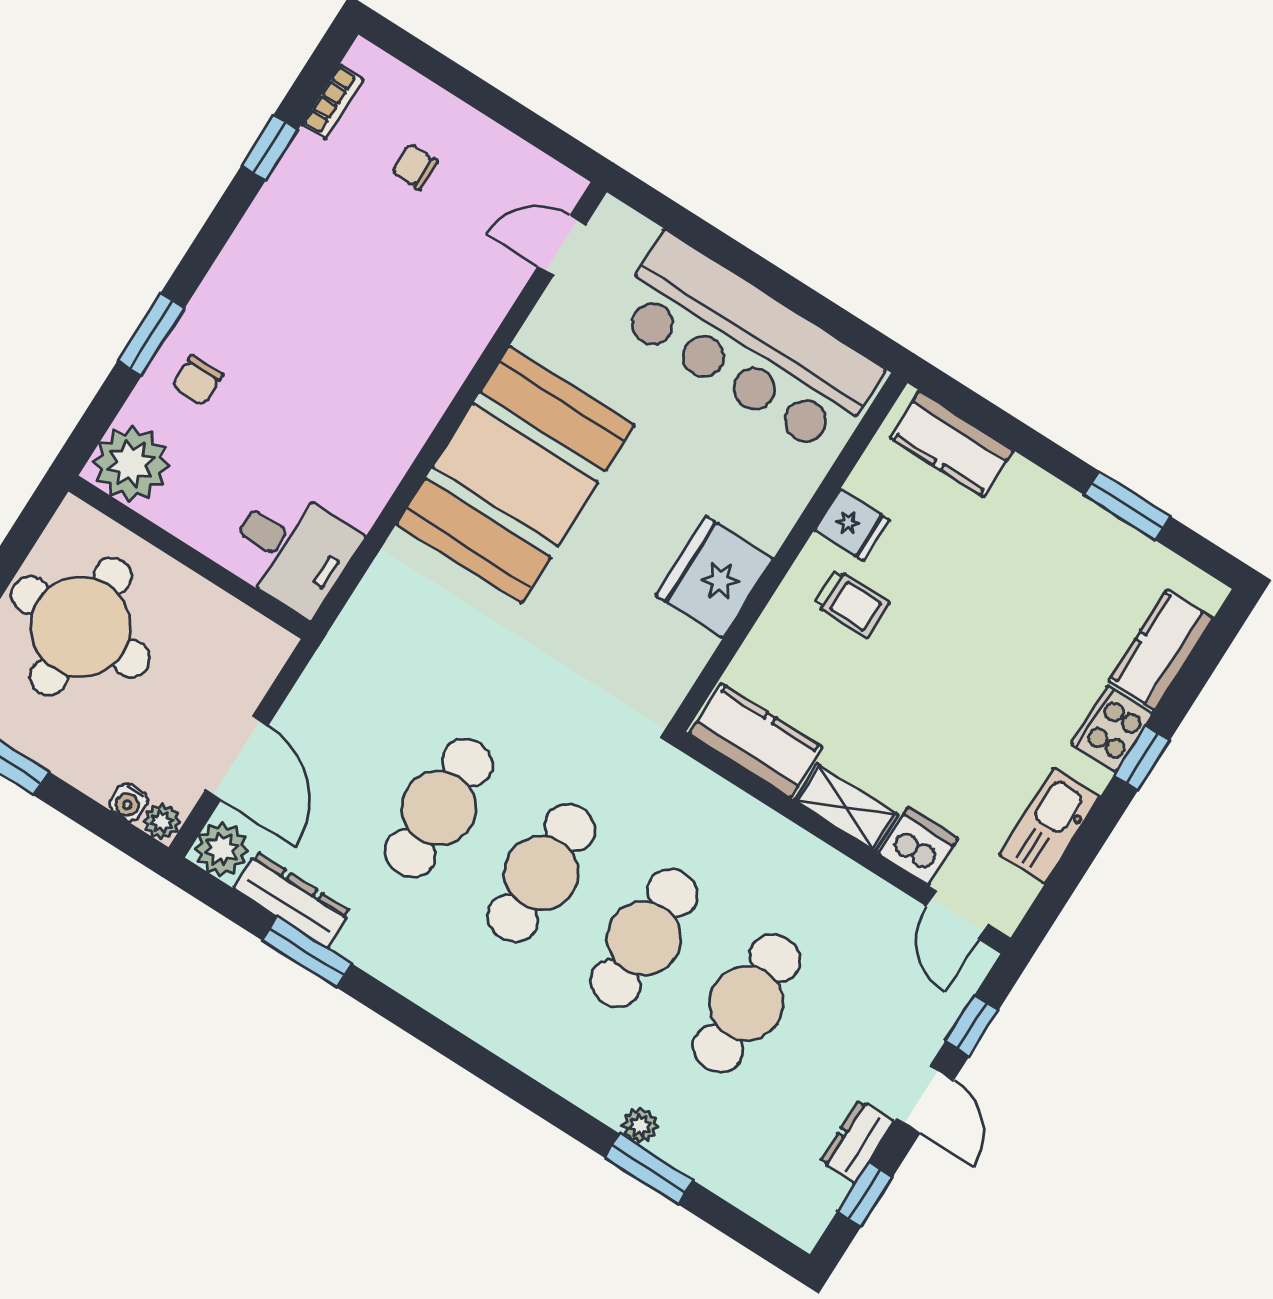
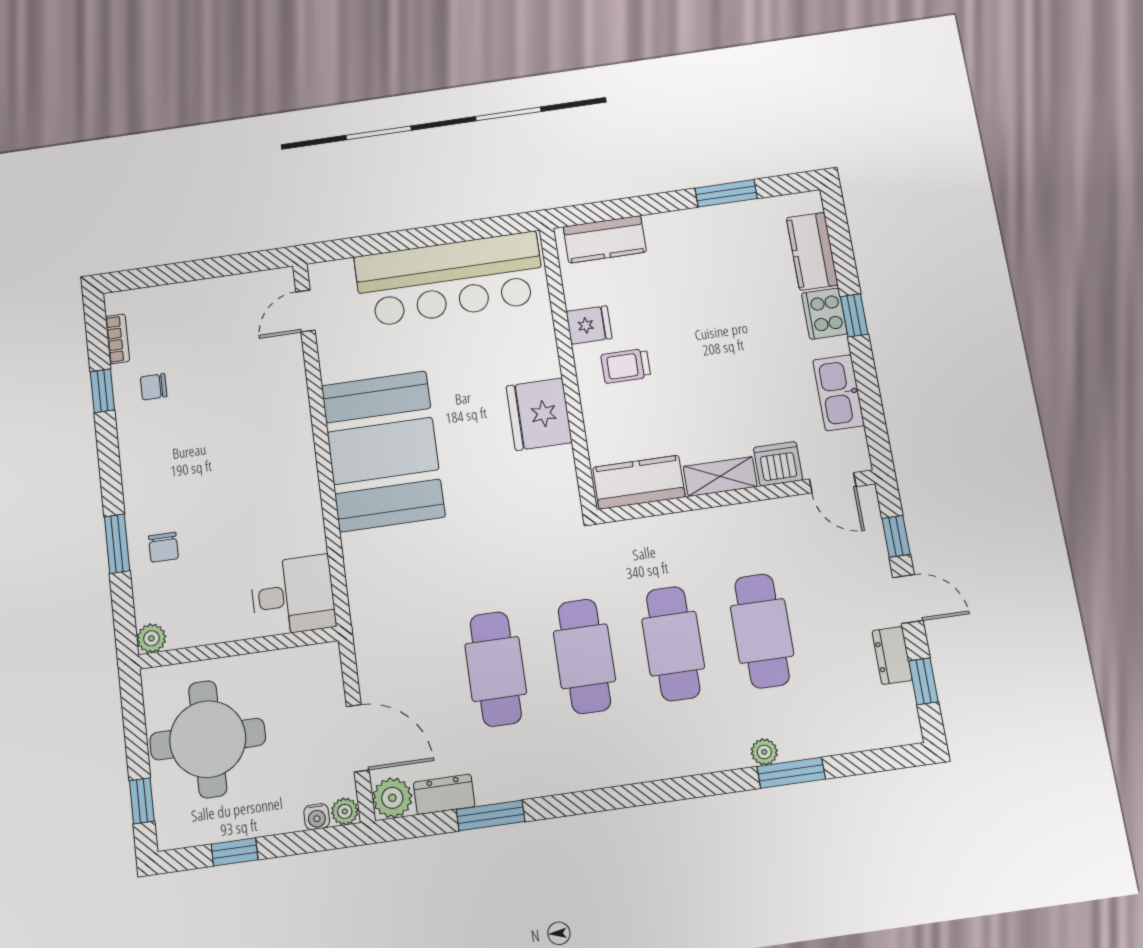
chair: (415, 167) -> (154, 387), moved
plant: (131, 464) -> (151, 638), width x0.53, depth x0.53
trolley: (852, 604) -> (626, 366), turned 180
dresser: (292, 900) -> (444, 794), width x0.70

